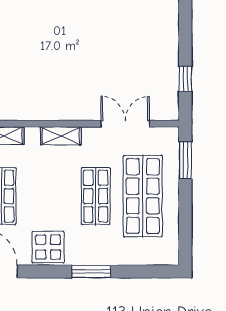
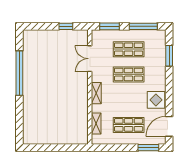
shop shelf: (143, 196) -> (129, 49), width x0.70, depth x0.74
window: (185, 223) -> (143, 26), added
window: (91, 272) -> (169, 56), moved

